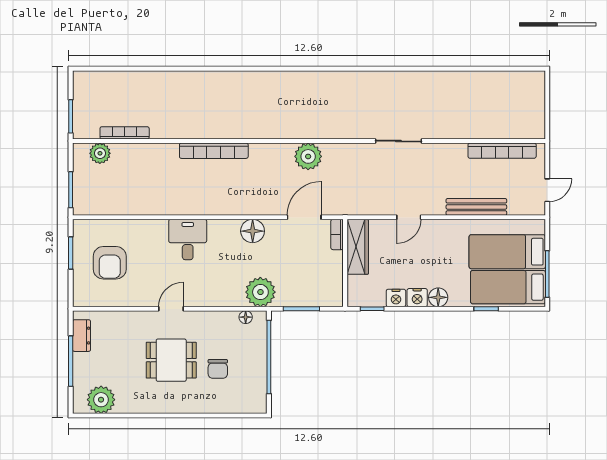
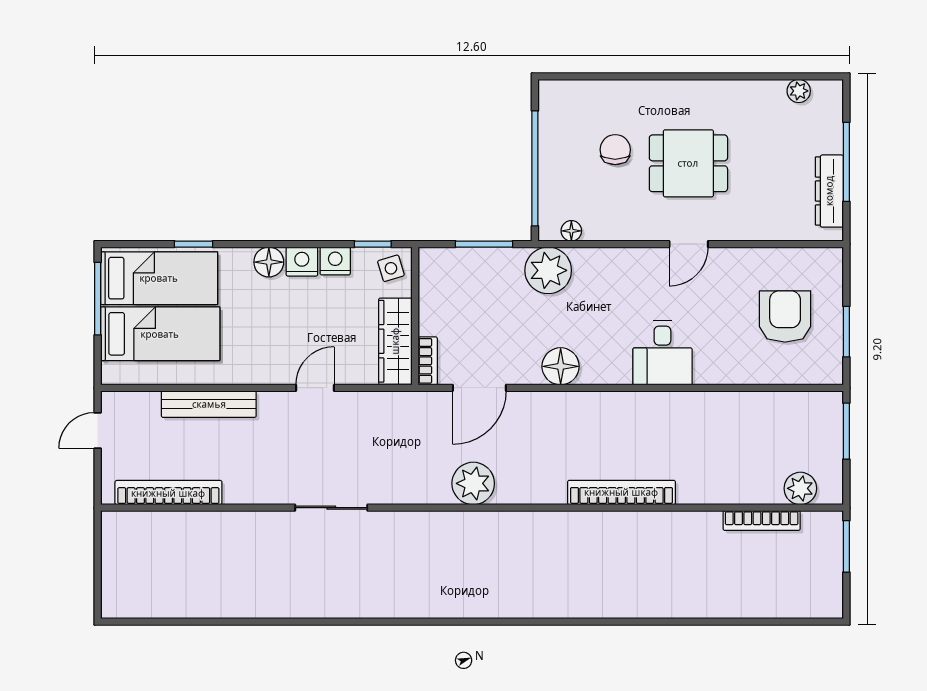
side table: (360, 293) -> (391, 268), added
dresser: (82, 336) -> (829, 191), width x1.44
plant: (101, 400) -> (799, 91), width x0.53, depth x0.53

